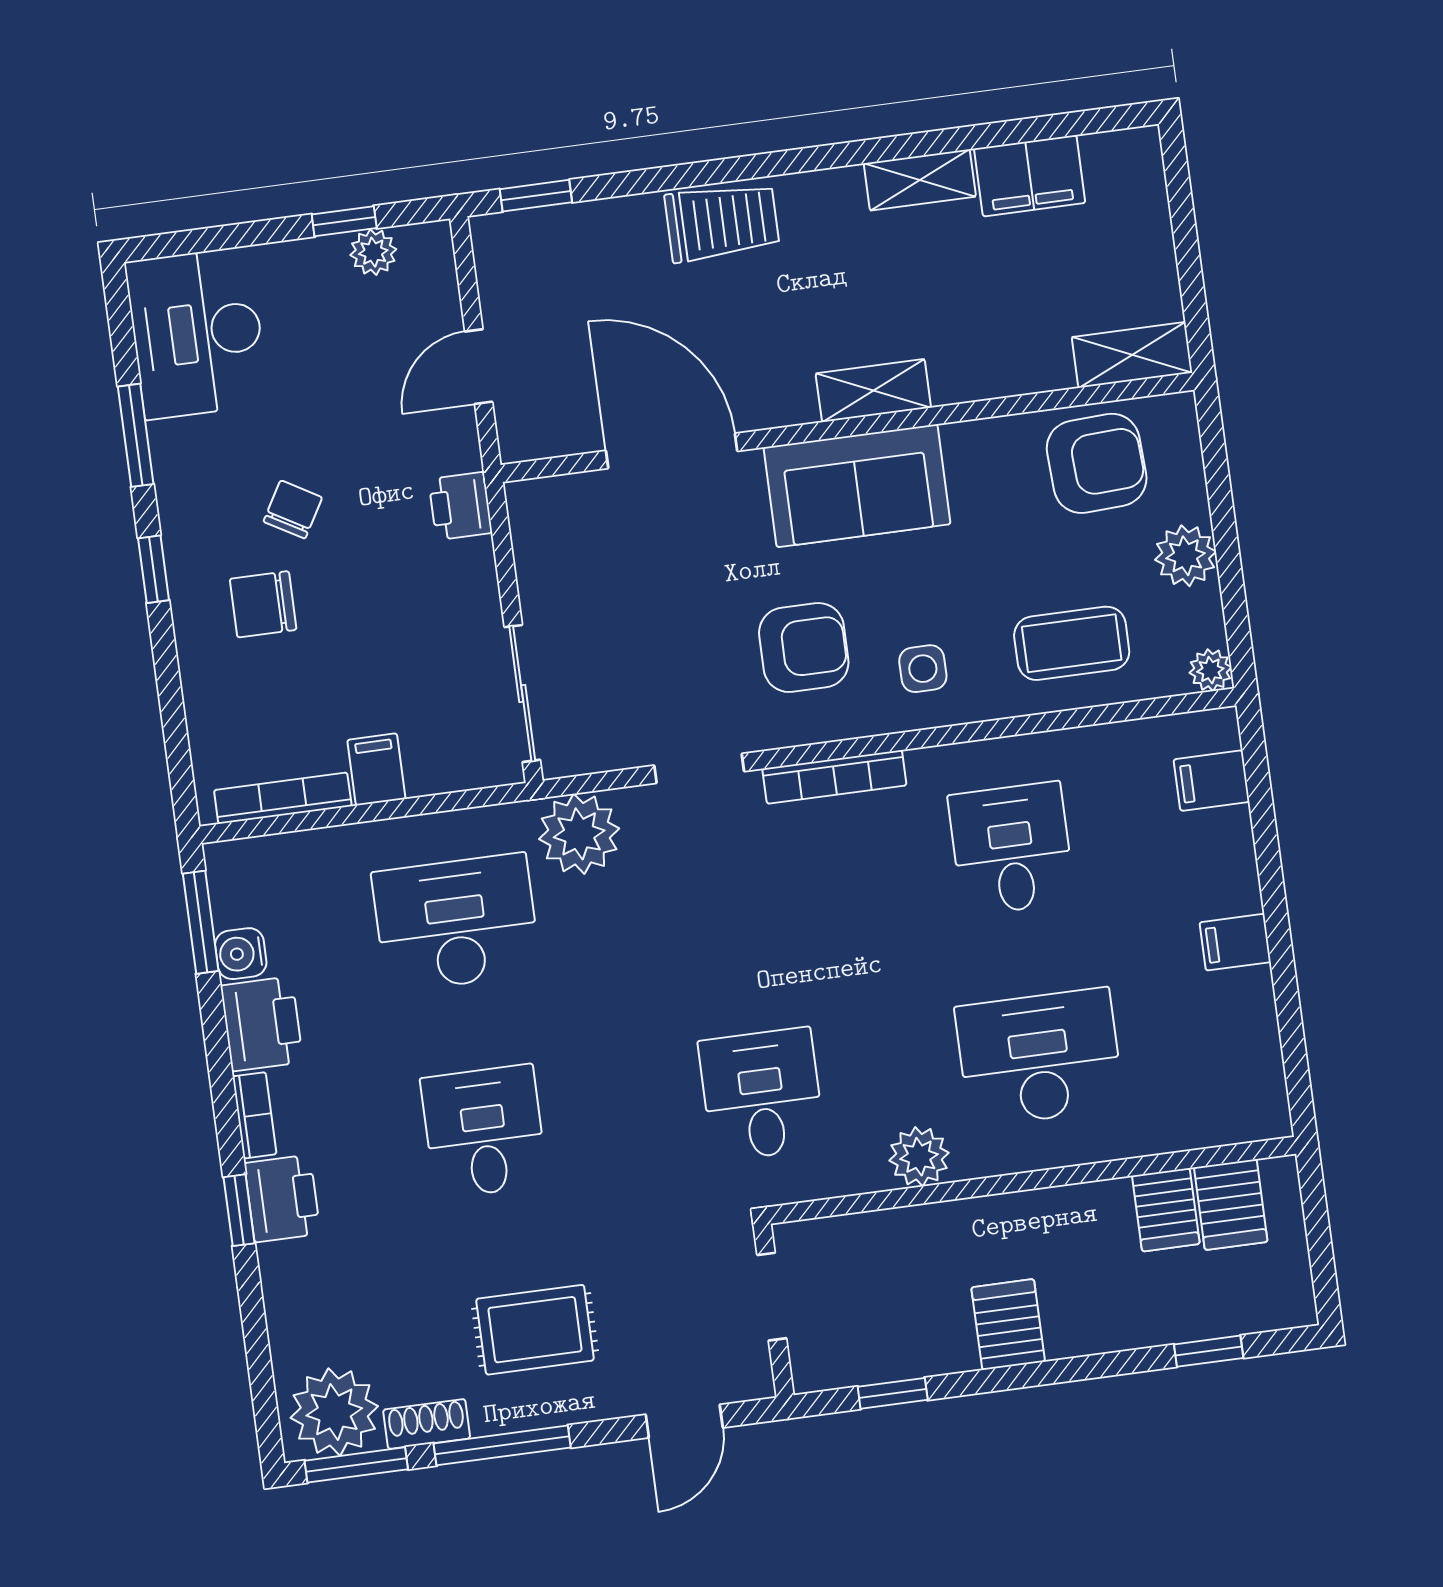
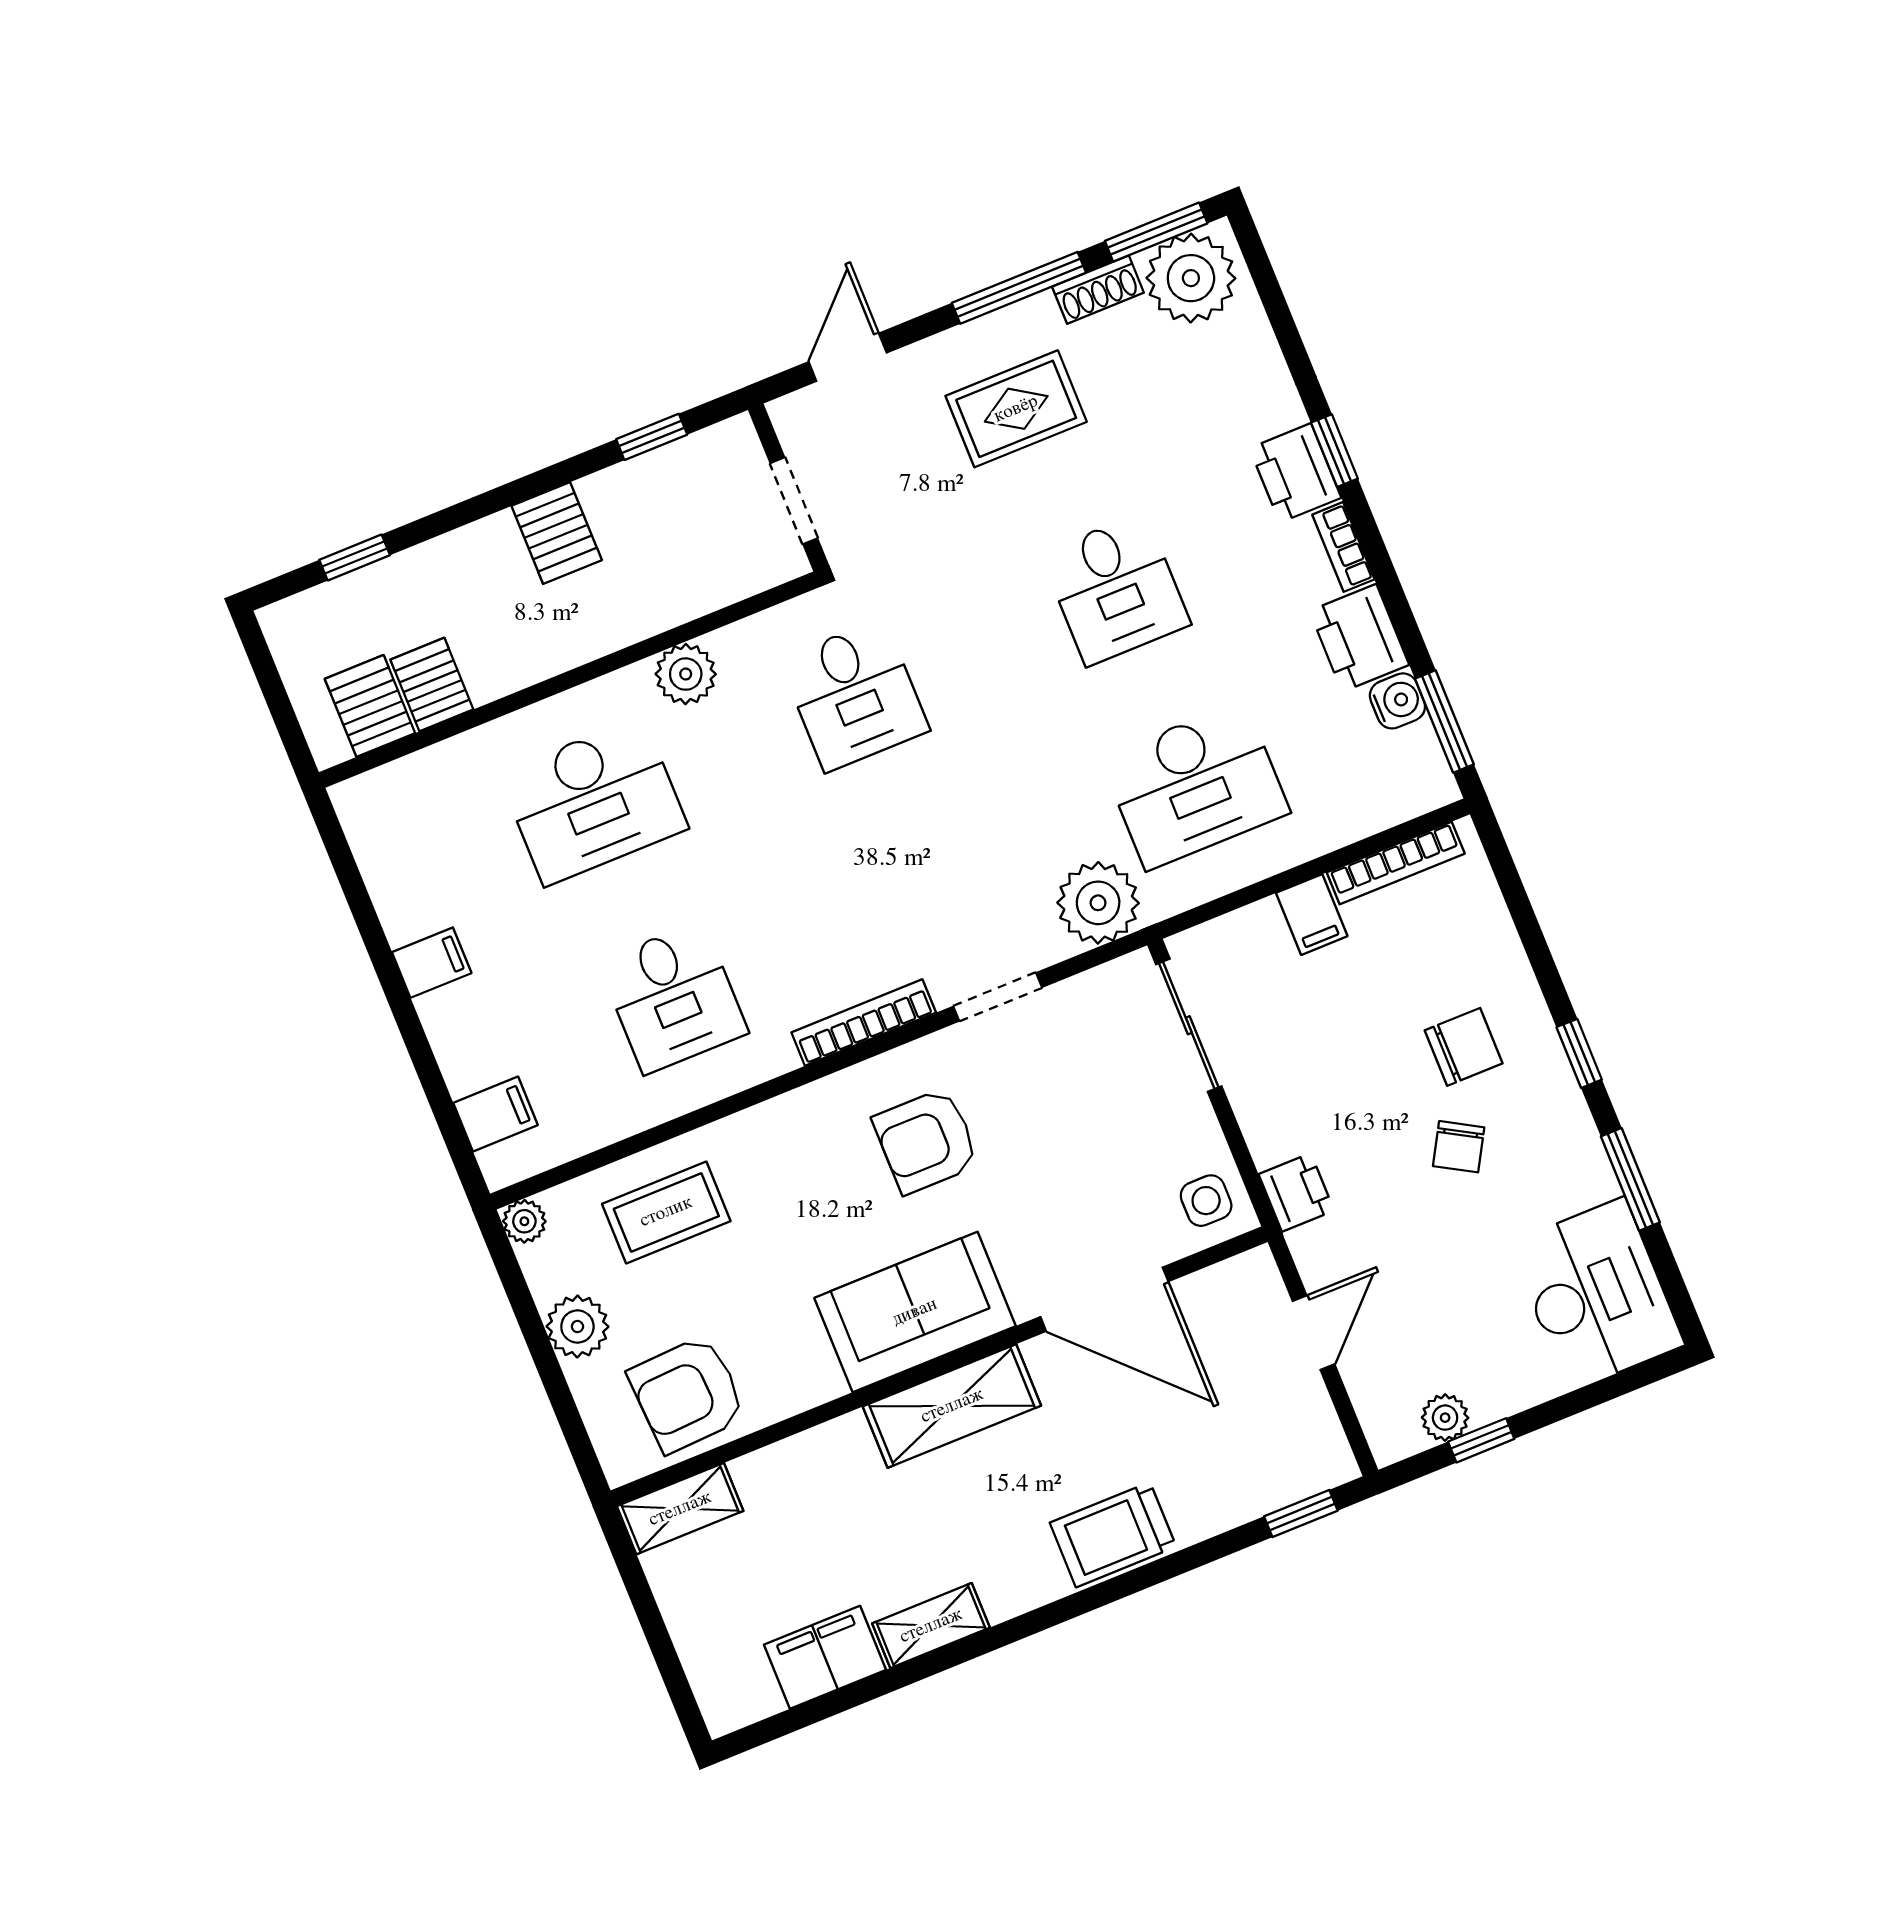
shelving: (873, 391) -> (952, 1406), width x1.50, depth x1.33
side table: (923, 669) -> (1206, 1201), moved

